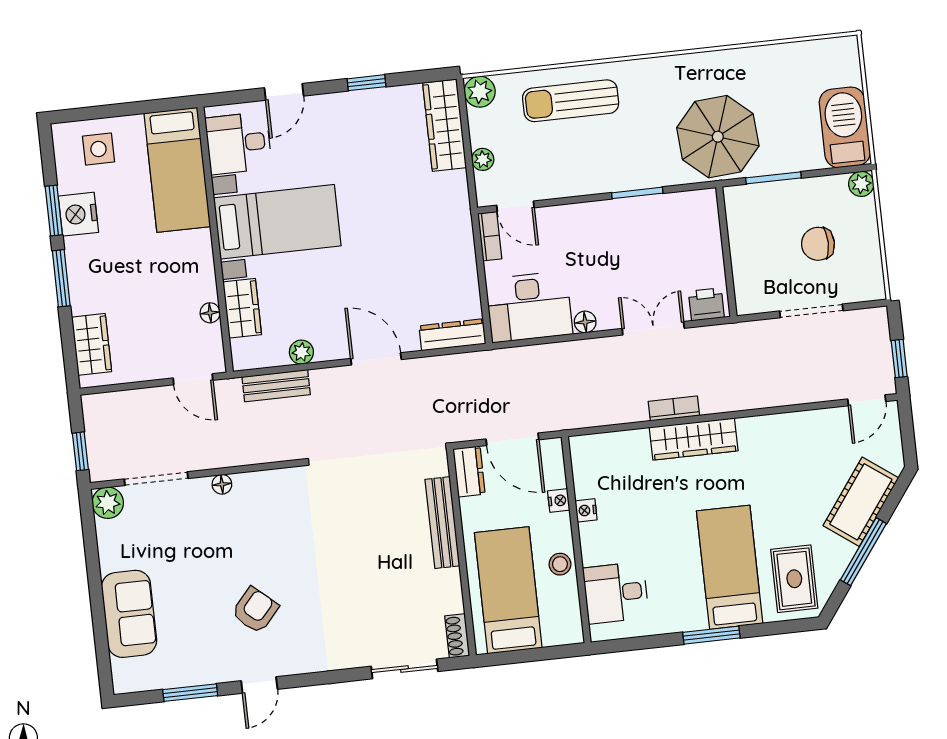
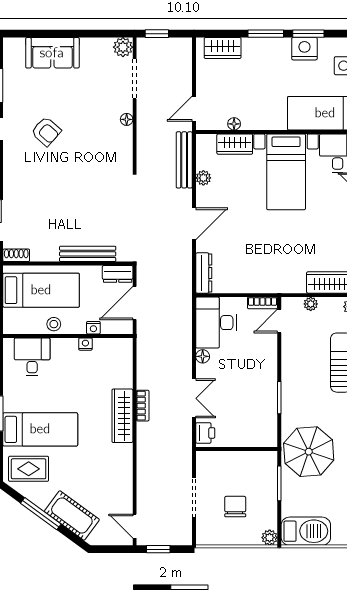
bench: (276, 386) -> (184, 160), width x1.36

